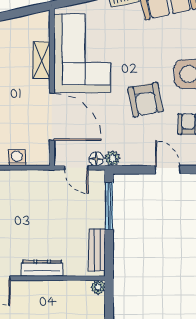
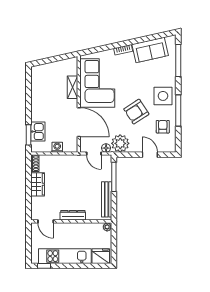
armchair: (145, 100) -> (136, 112), turned 68
plant: (112, 158) -> (120, 143), width x1.87, depth x1.87
bench: (97, 250) -> (107, 199), width x1.36

